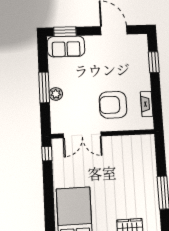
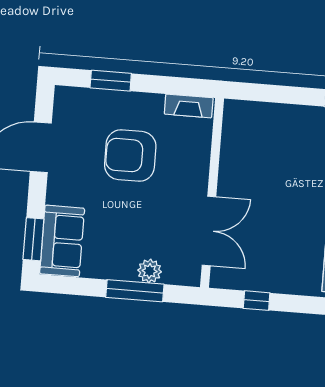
armchair: (113, 105) -> (130, 156), moved, turned 90
wall: (103, 134) -> (212, 193), moved
double door: (82, 135) -> (209, 231), moved

